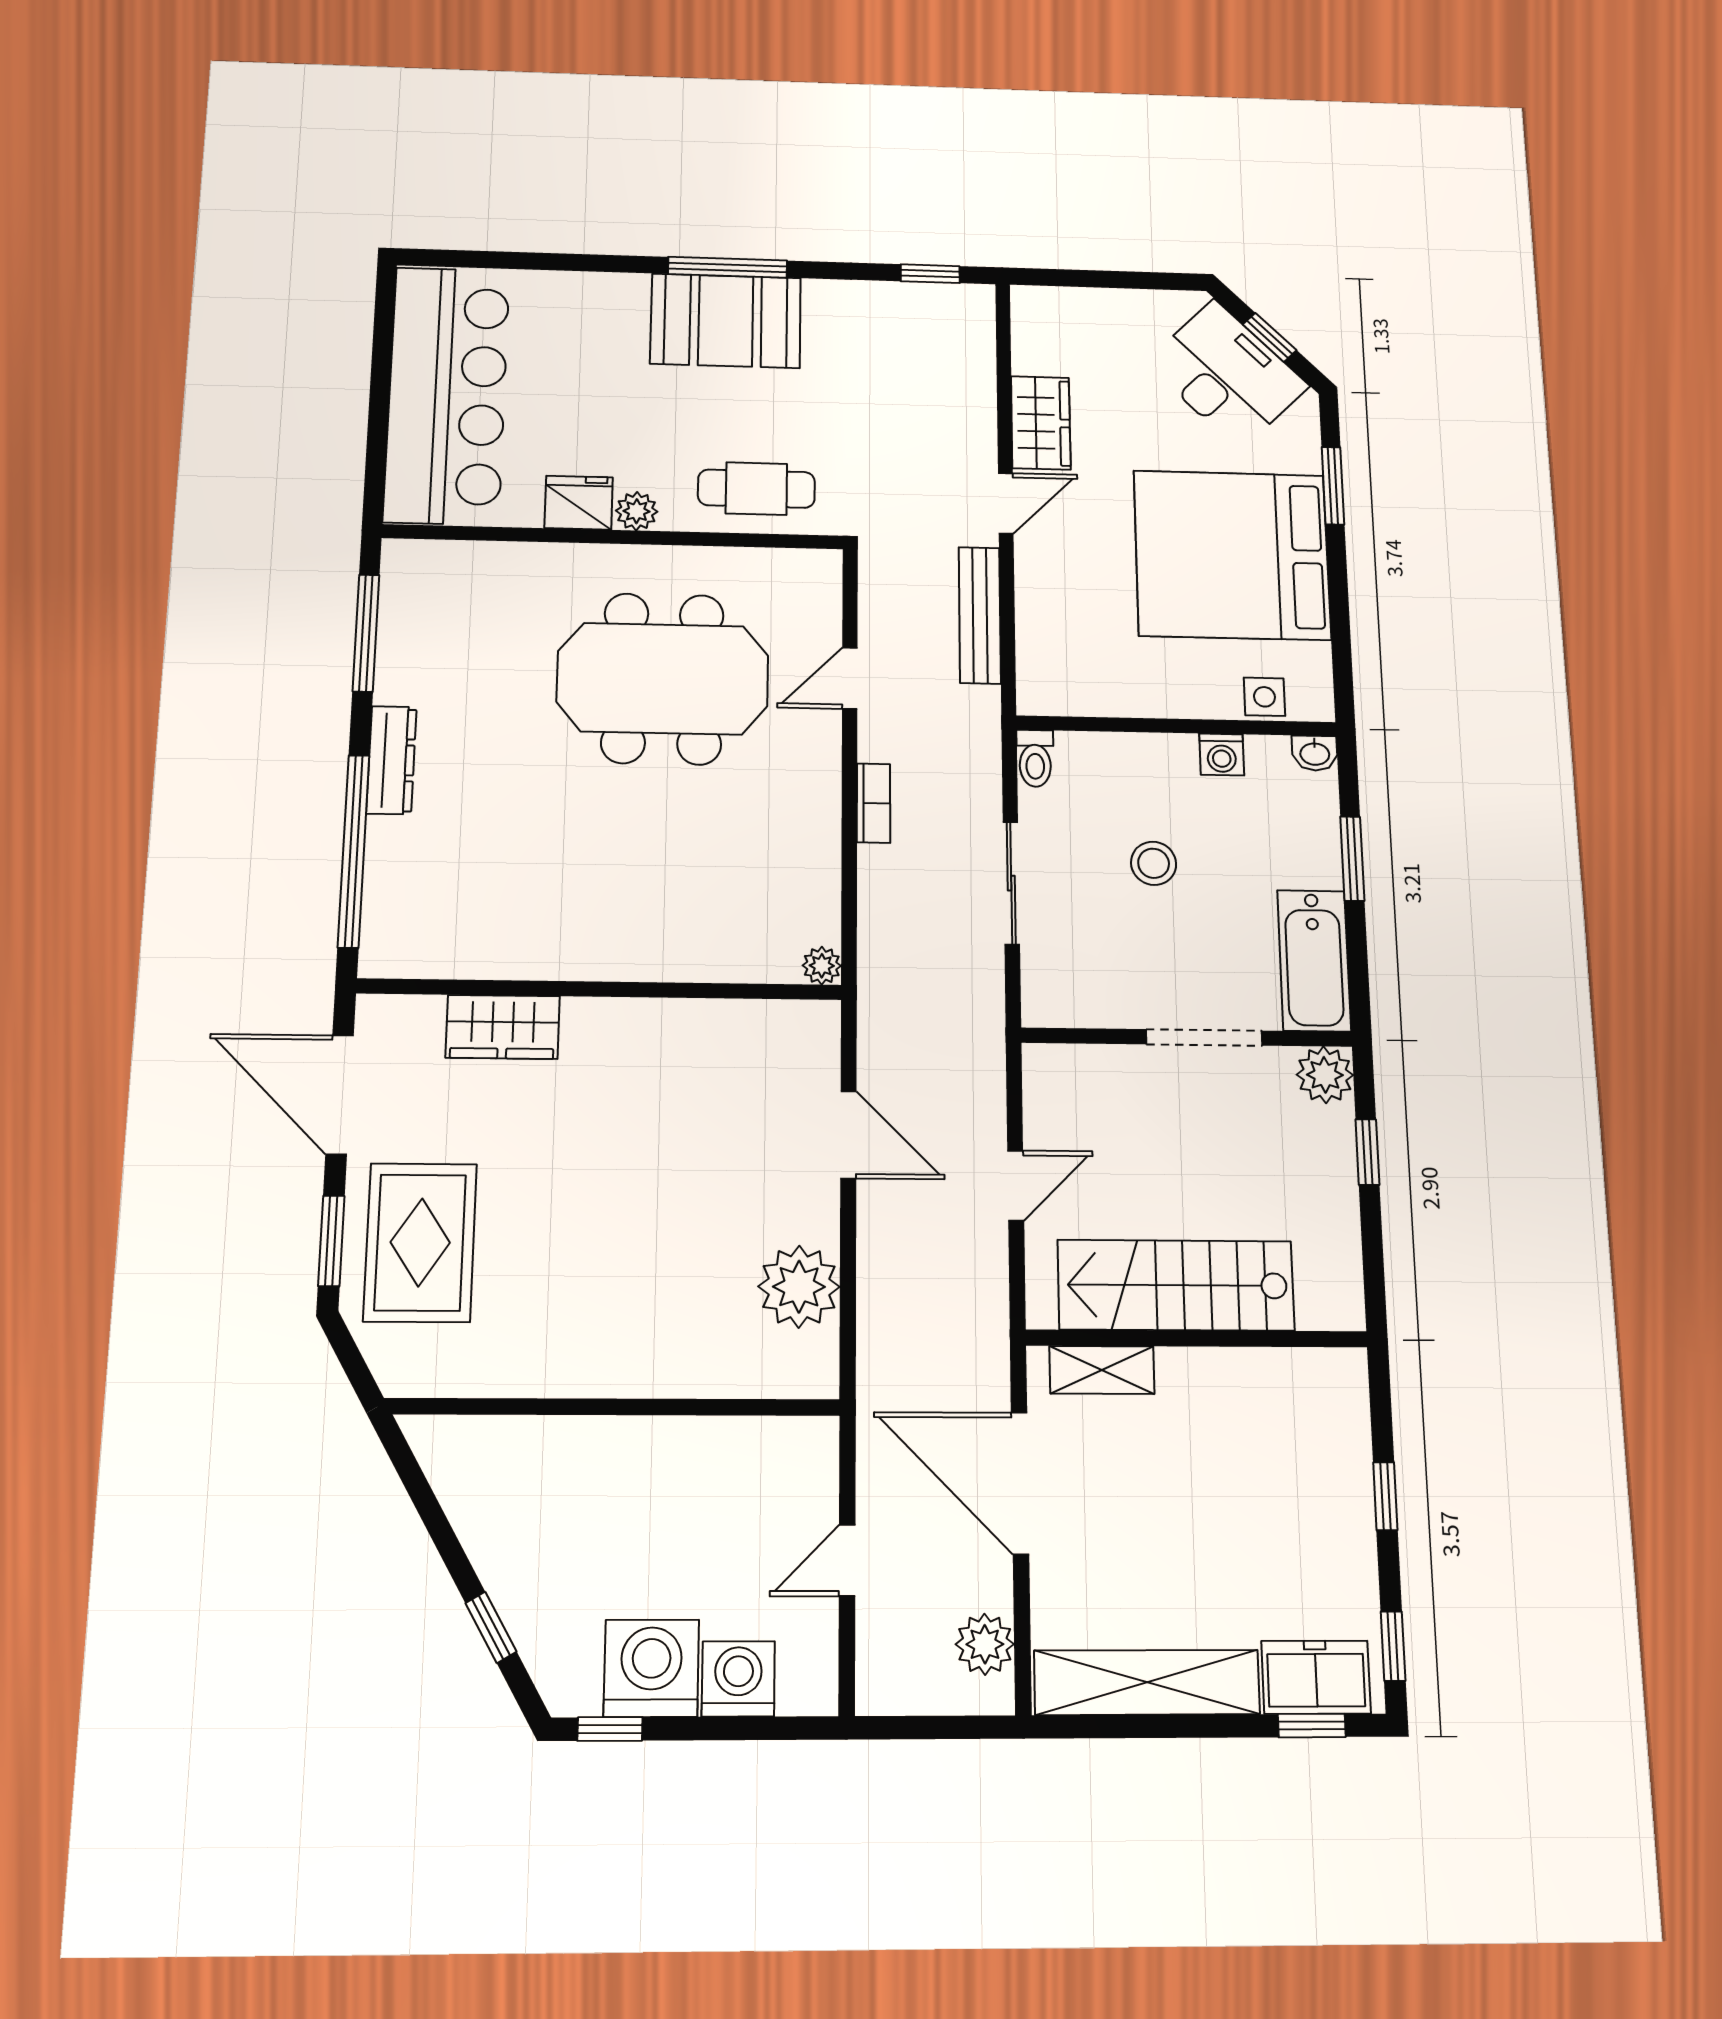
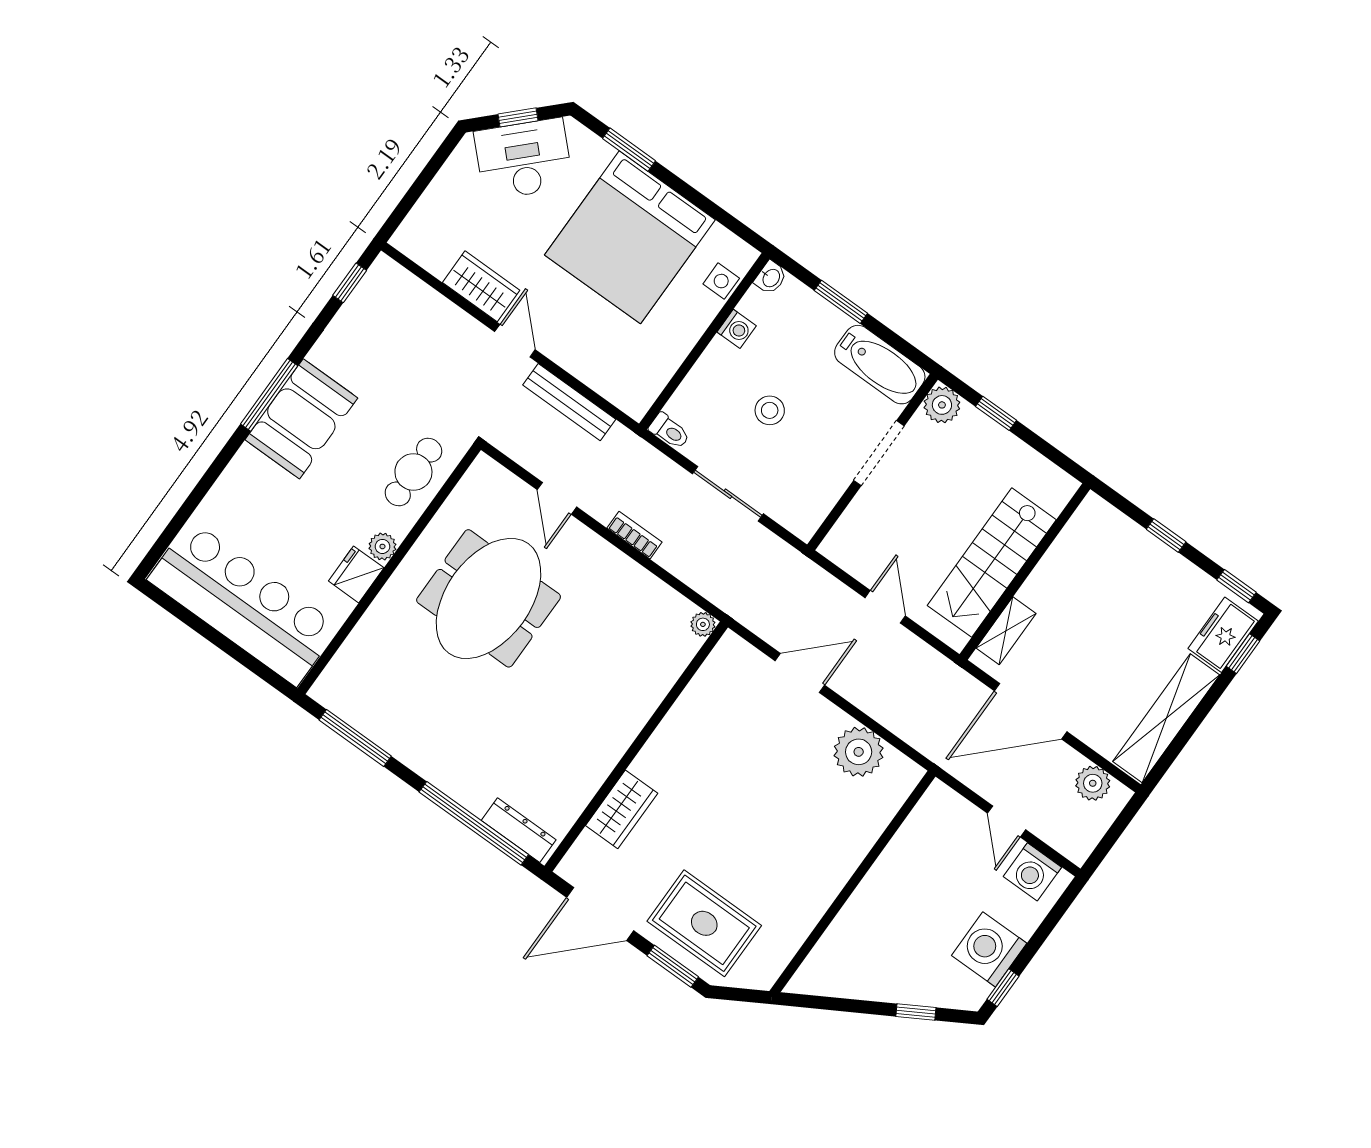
dresser: (391, 760) -> (519, 830), moved
washing machine: (738, 1679) -> (1032, 872), moved, turned -90

